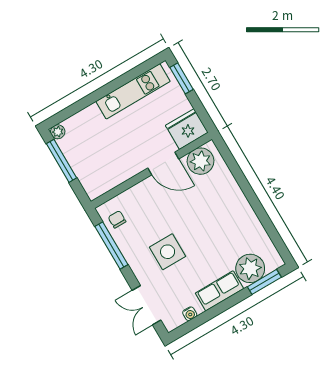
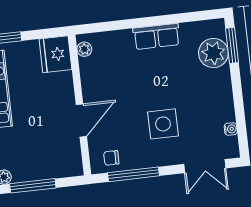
plant: (201, 161) -> (84, 49), width x0.53, depth x0.53
door: (163, 163) -> (81, 120), moved
row of seats: (220, 291) -> (156, 36), moved, turned -90

